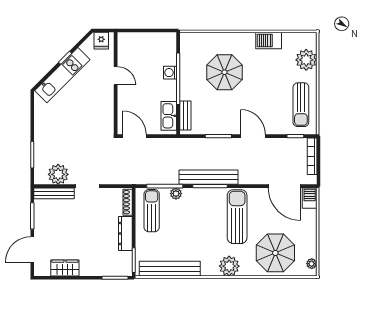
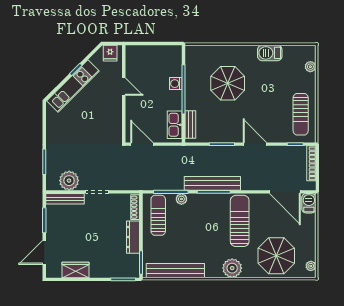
plant: (306, 60) -> (310, 67), width x0.53, depth x0.53

